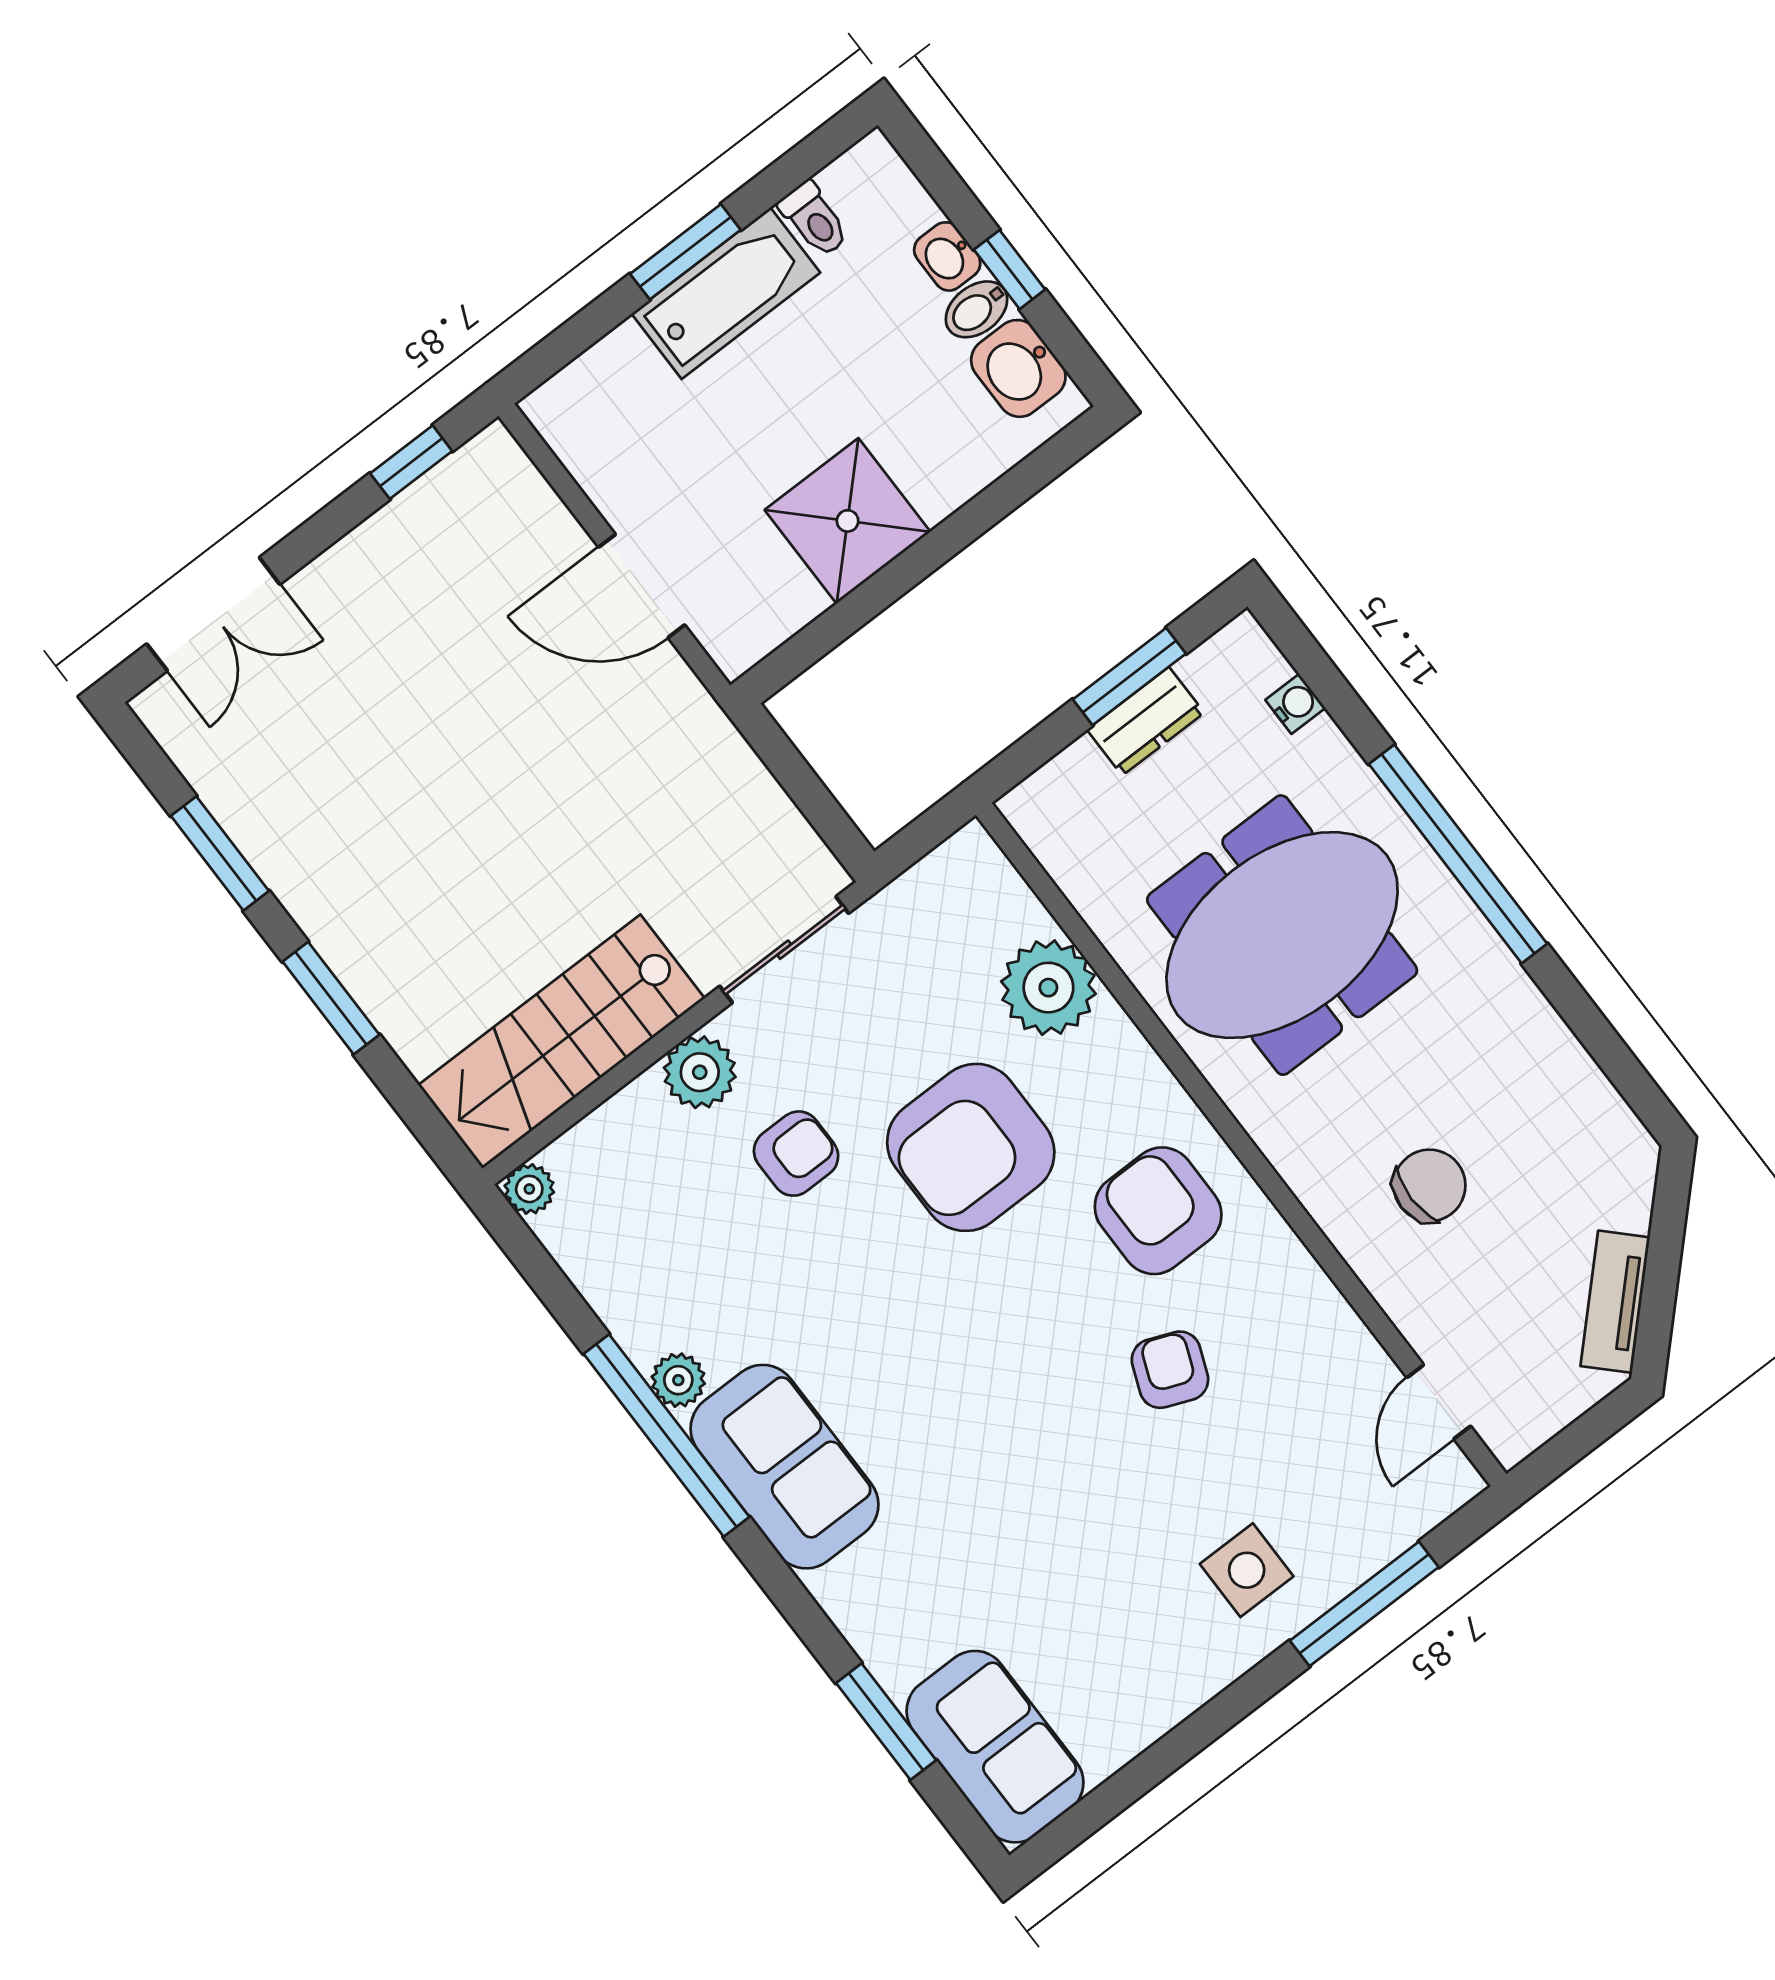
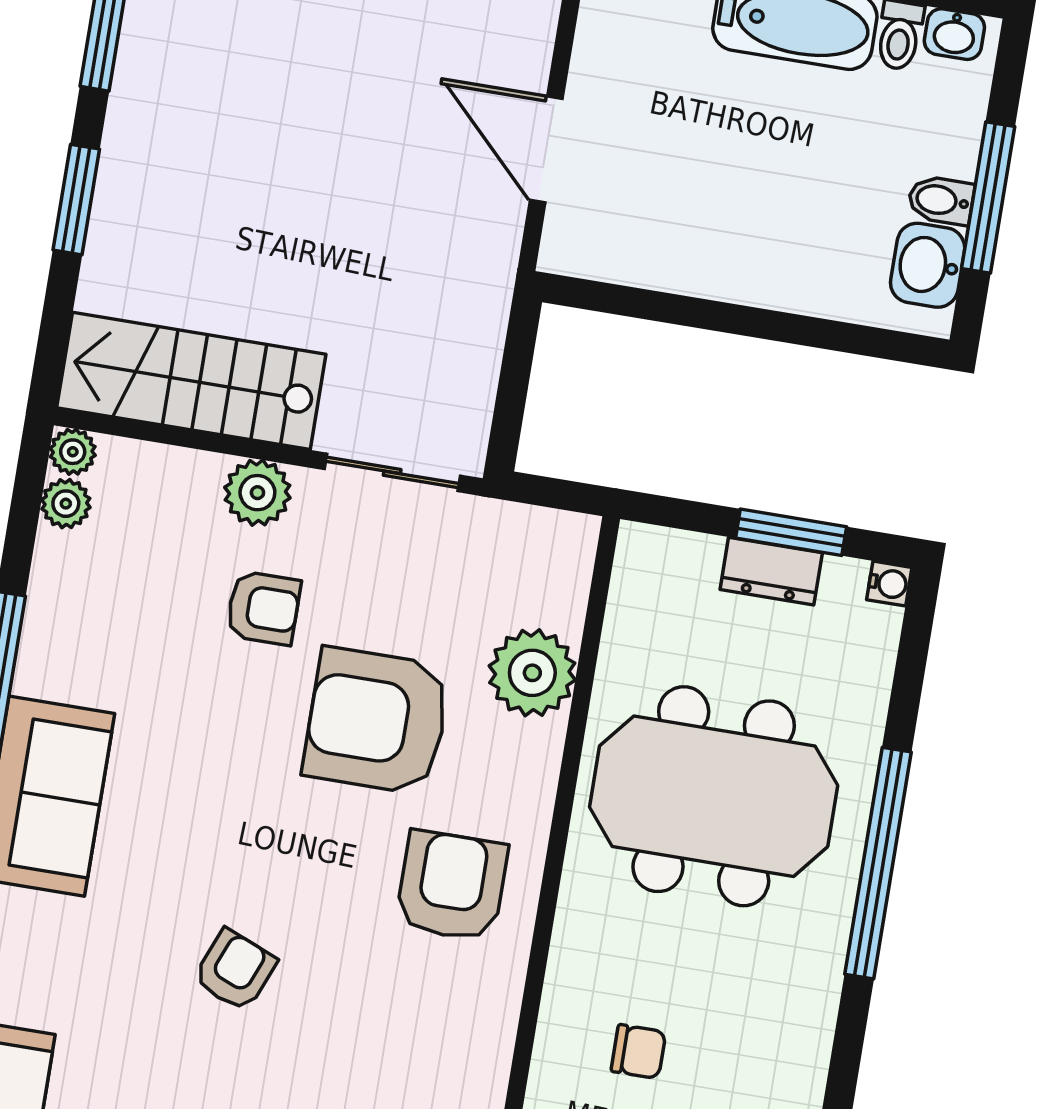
washbasin: (947, 256) -> (954, 34), moved, turned -90
window: (1010, 270) -> (988, 198), width x2.17
shower: (848, 521) -> (719, 246), removed
water cooler: (1295, 704) -> (889, 584), moved
chair: (1430, 1185) -> (638, 1052), width x0.73, depth x0.73
armchair: (1170, 1370) -> (235, 970), moved
plant: (678, 1380) -> (66, 504), moved

